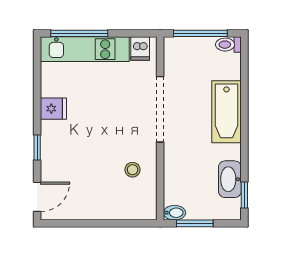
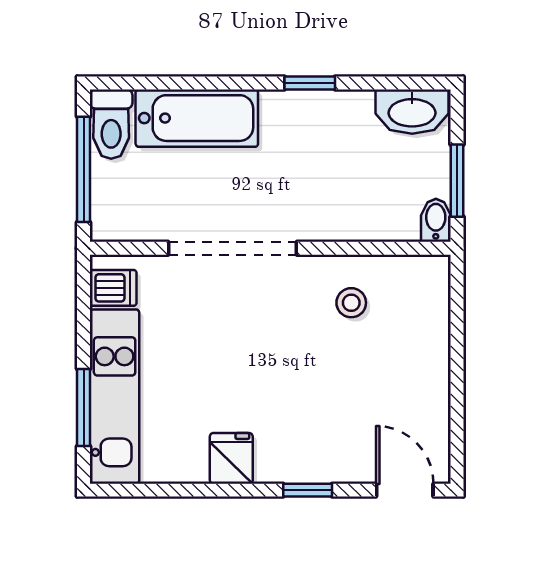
window: (79, 33) -> (84, 408), width x0.69
toilet: (228, 45) -> (111, 124), width x1.37, depth x1.39
bathtub: (226, 112) -> (197, 118), moved
washbasin: (230, 179) -> (412, 112), moved
window: (244, 195) -> (310, 83), moved

